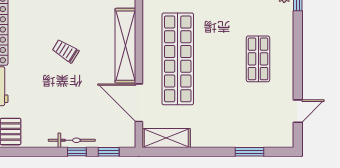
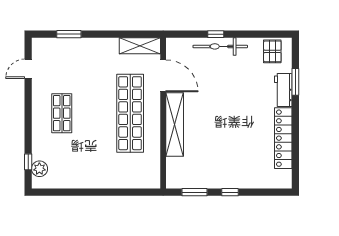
trolley: (65, 51) -> (226, 120), removed
bicycle: (72, 140) -> (220, 46), width x1.37, depth x1.40
window: (109, 152) -> (189, 34), removed

